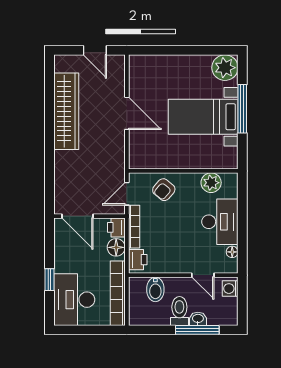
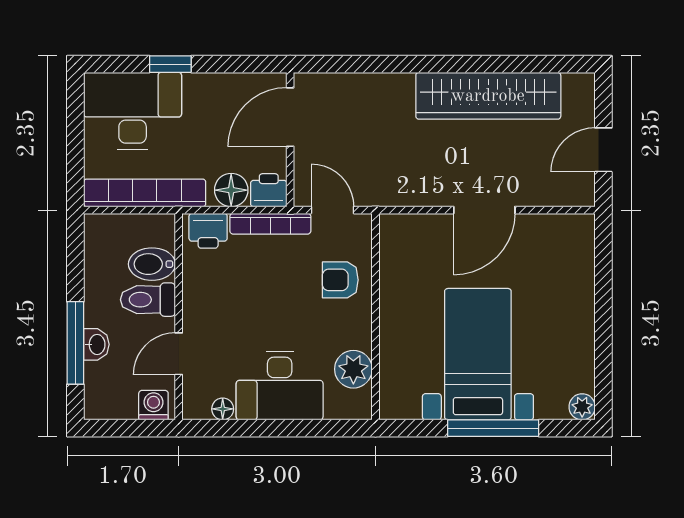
plant: (225, 68) -> (582, 407), width x0.53, depth x0.53
armchair: (164, 190) -> (340, 280), turned -40
toilet: (179, 311) -> (148, 300), moved, turned 180

